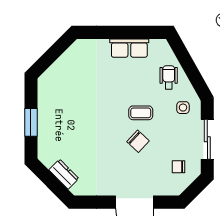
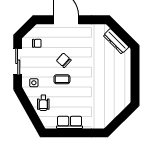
window: (31, 122) -> (135, 73), removed
dresser: (64, 174) -> (116, 41), width x1.44

